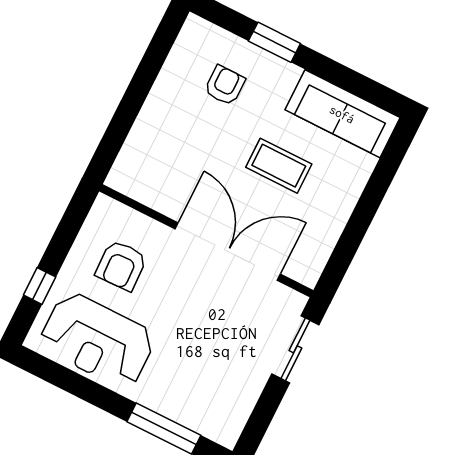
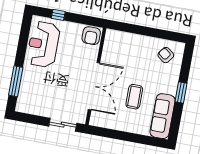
window: (274, 42) -> (181, 93), moved
armchair: (225, 85) -> (166, 55), moved, turned -143
armchair: (121, 265) -> (91, 36), moved, turned -88

